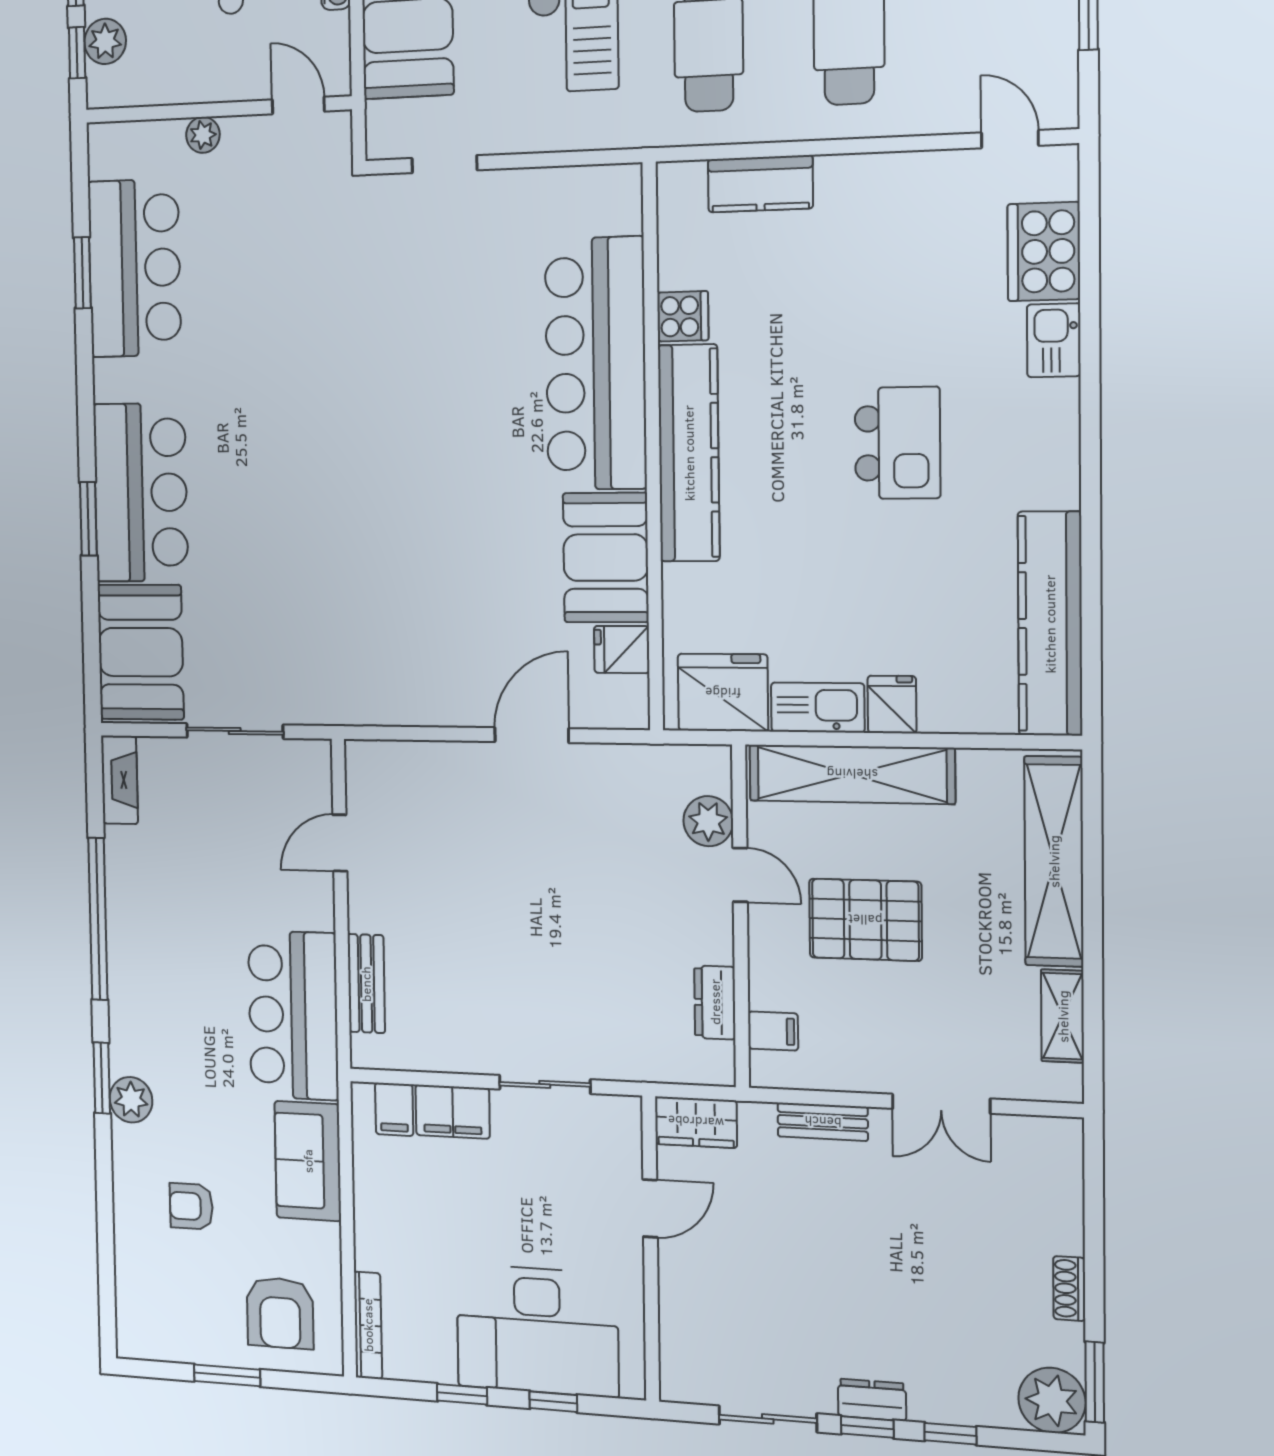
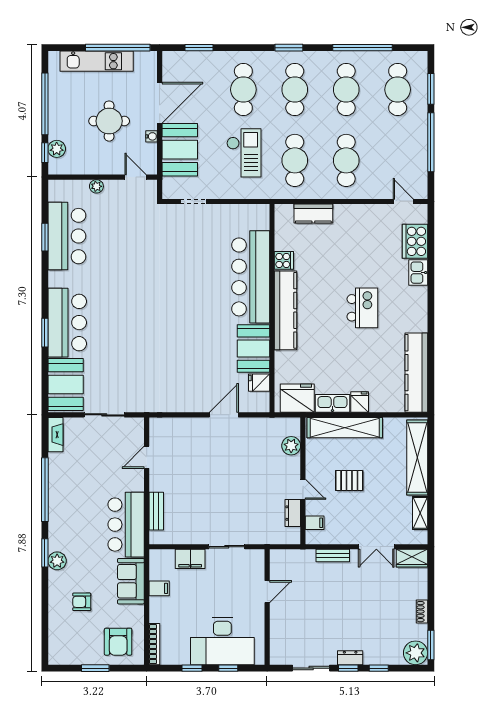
door: (740, 875) -> (303, 489), moved
pallet: (865, 920) -> (349, 481), width x0.67, depth x0.71
filing cabinet: (394, 1109) -> (159, 588), moved, turned -90
wardrobe: (696, 1122) -> (412, 558), moved

